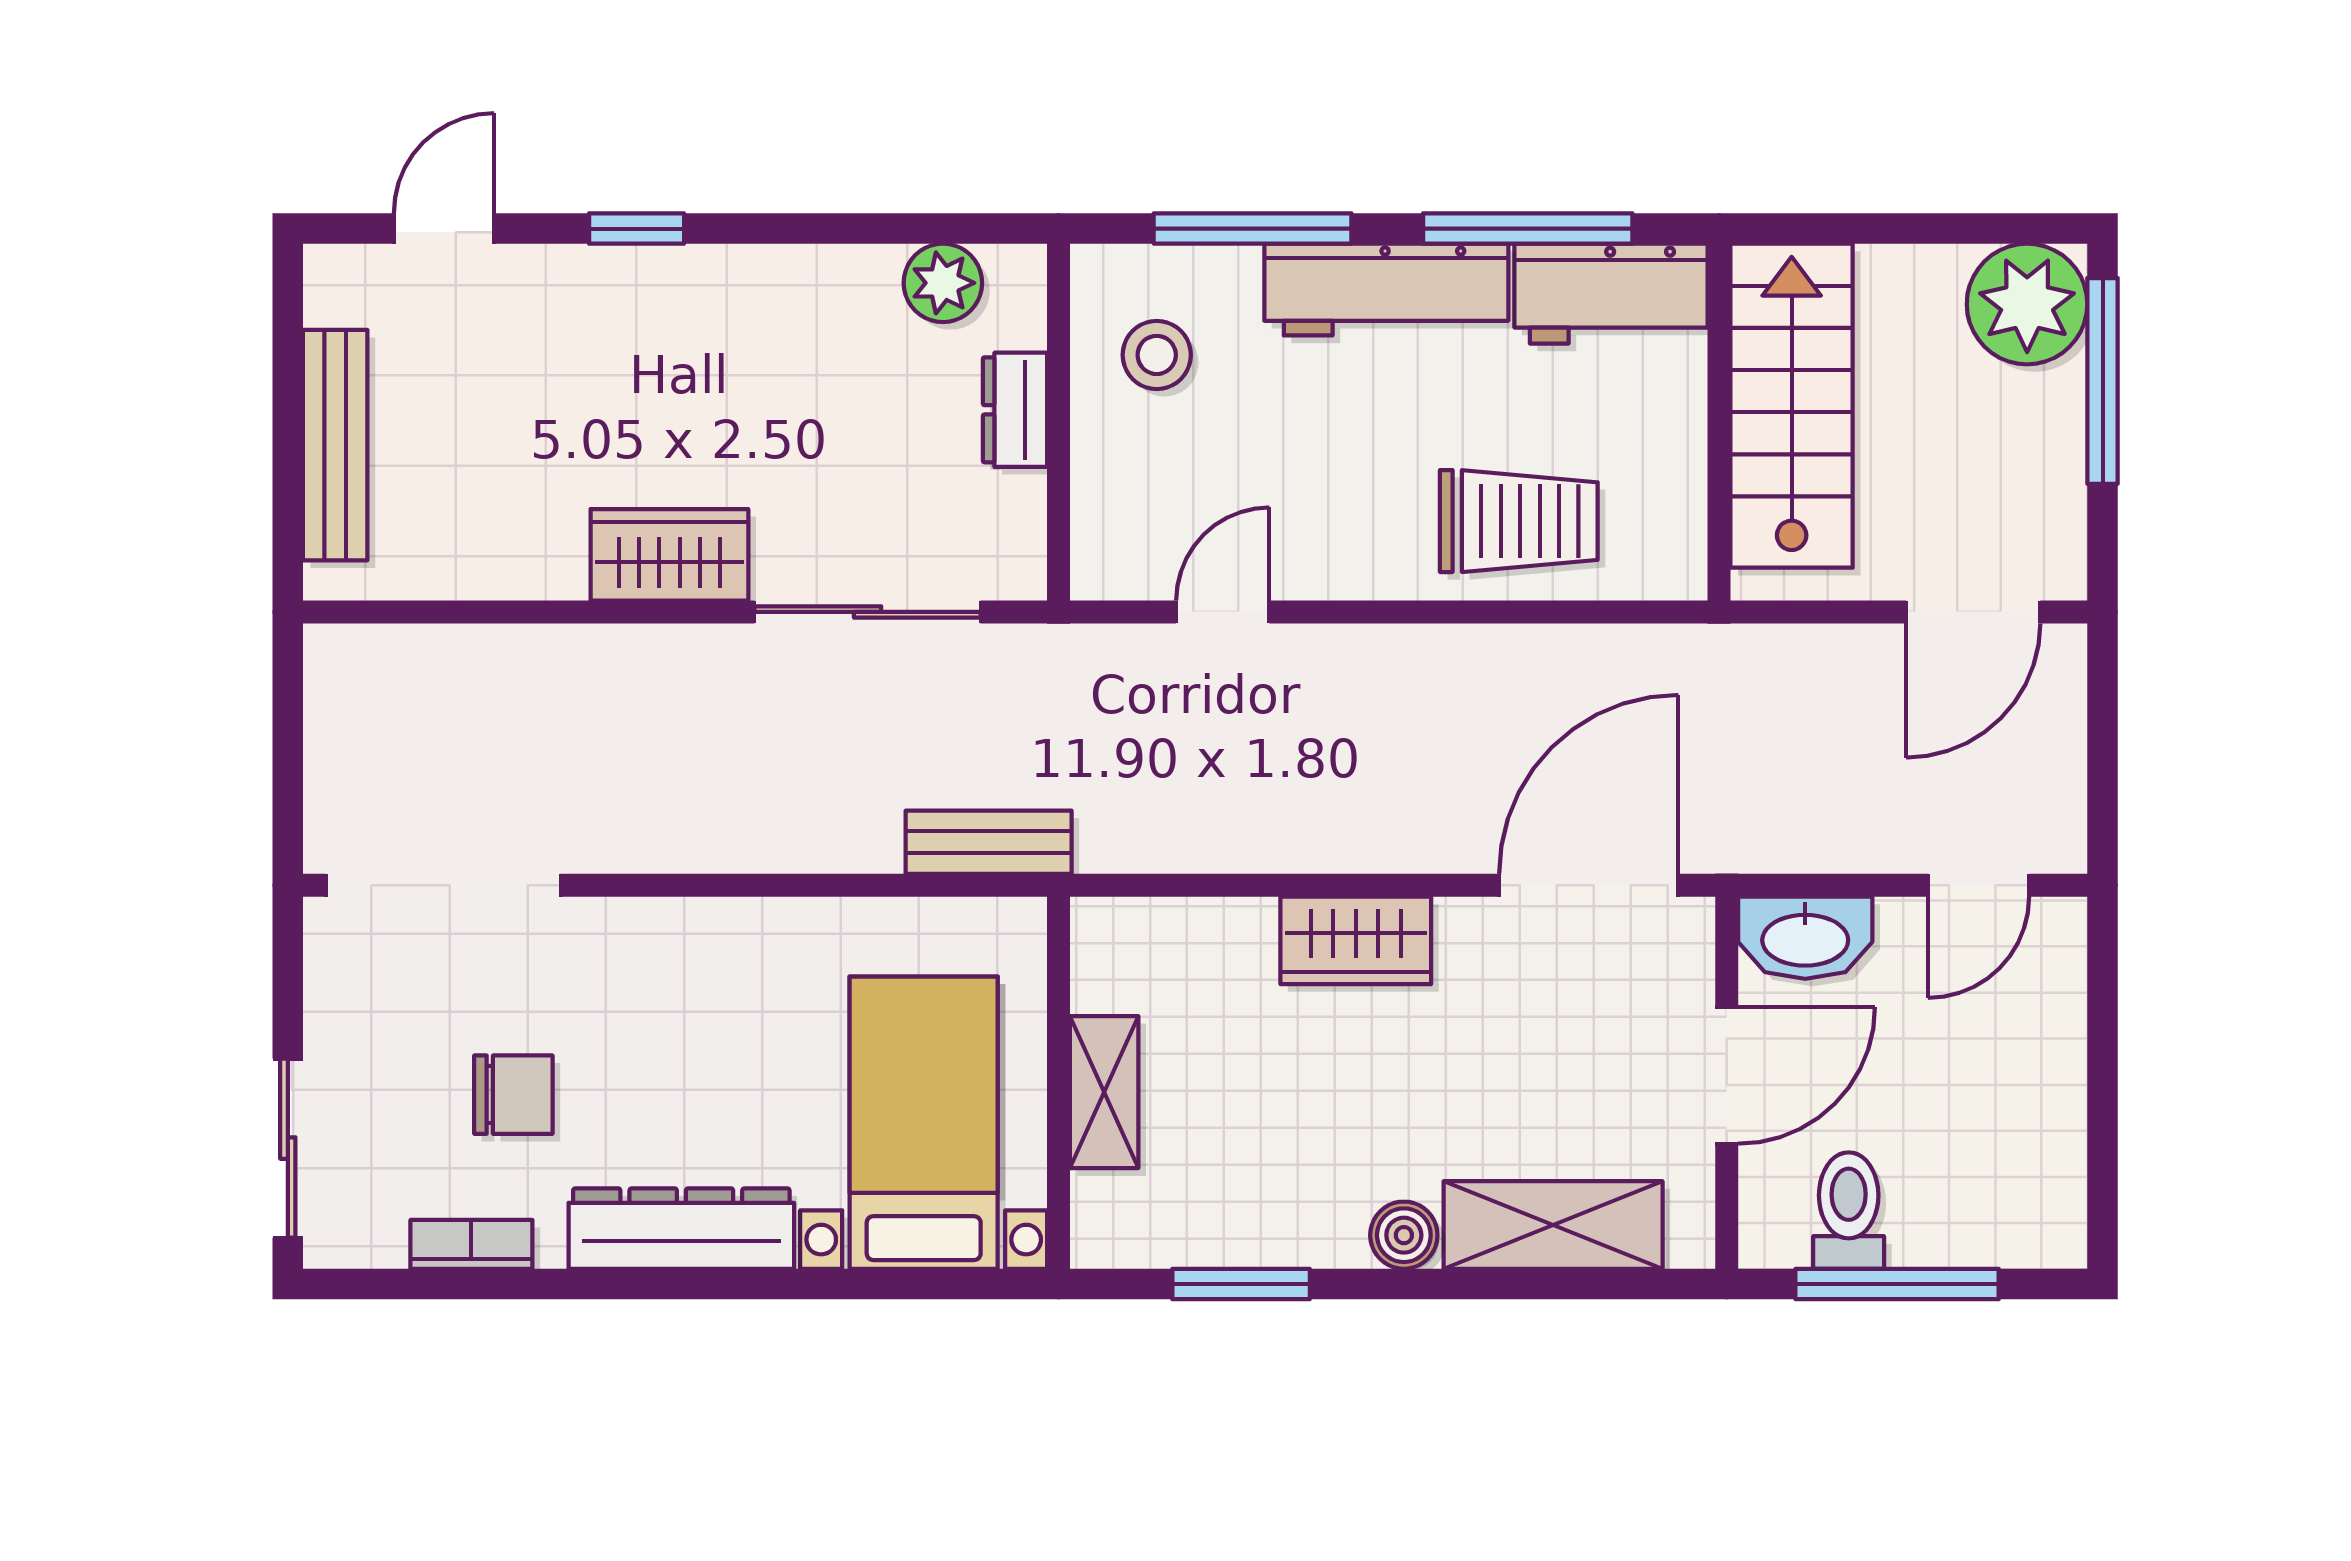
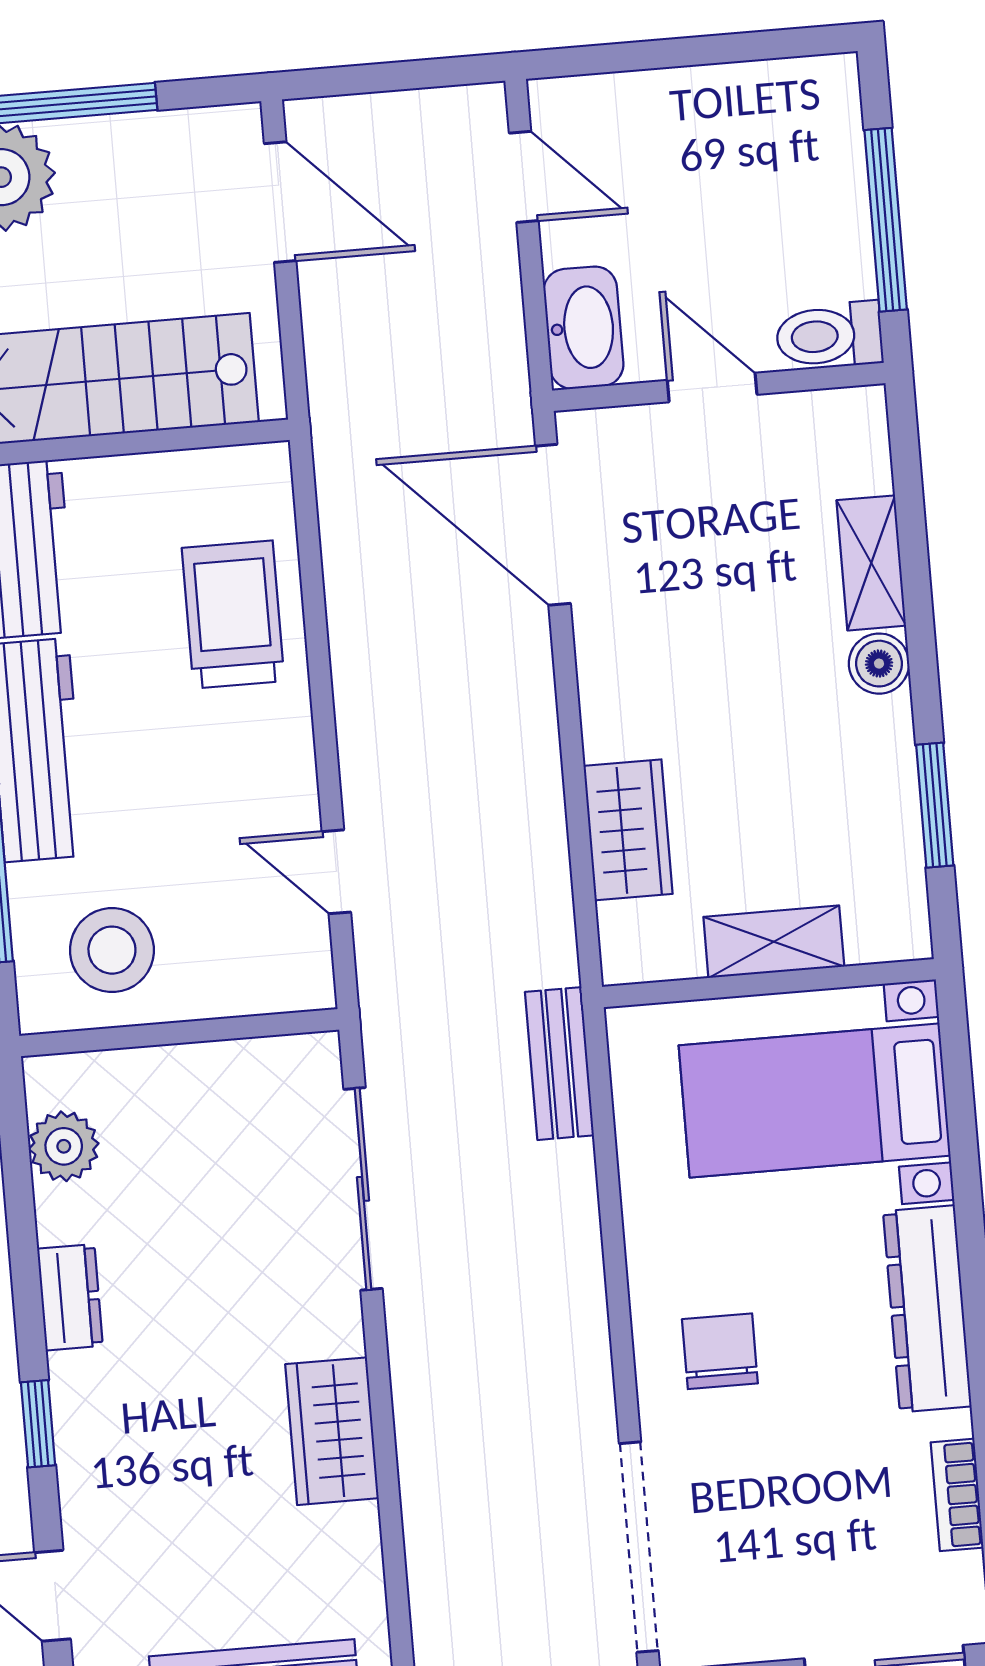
stool: (1157, 355) -> (112, 950), width x1.38, depth x1.38
dresser: (1015, 410) -> (70, 1297), moved, turned -90
wardrobe: (669, 555) -> (332, 1431), moved
wardrobe: (1356, 940) -> (628, 830), moved
door: (1727, 1075) -> (712, 387), width x0.73
chair: (513, 1095) -> (720, 1351), moved
toilet: (1849, 1211) -> (829, 336), moved
shelving: (1553, 1225) -> (871, 563), width x0.67, depth x0.75

